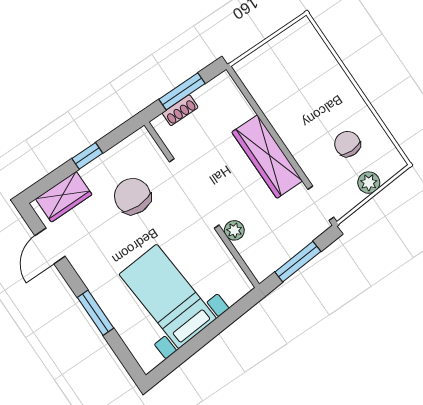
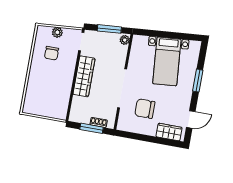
window: (87, 156) -> (147, 138), removed
chair: (133, 196) -> (145, 109), turned 90
plant: (234, 230) -> (125, 40), moved

